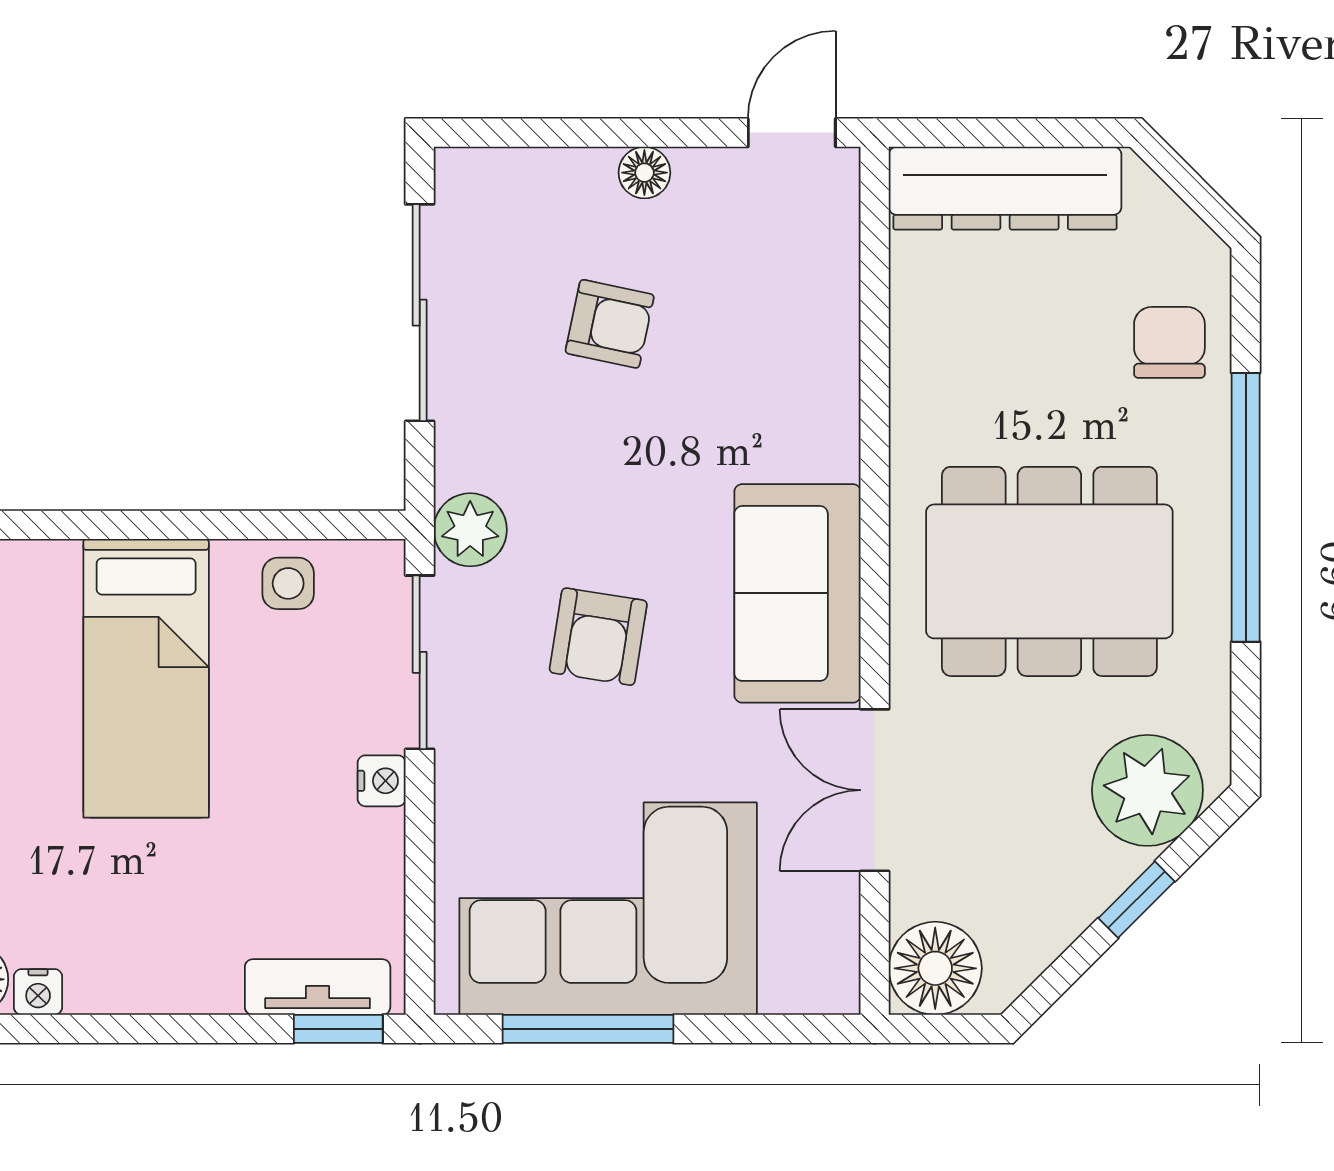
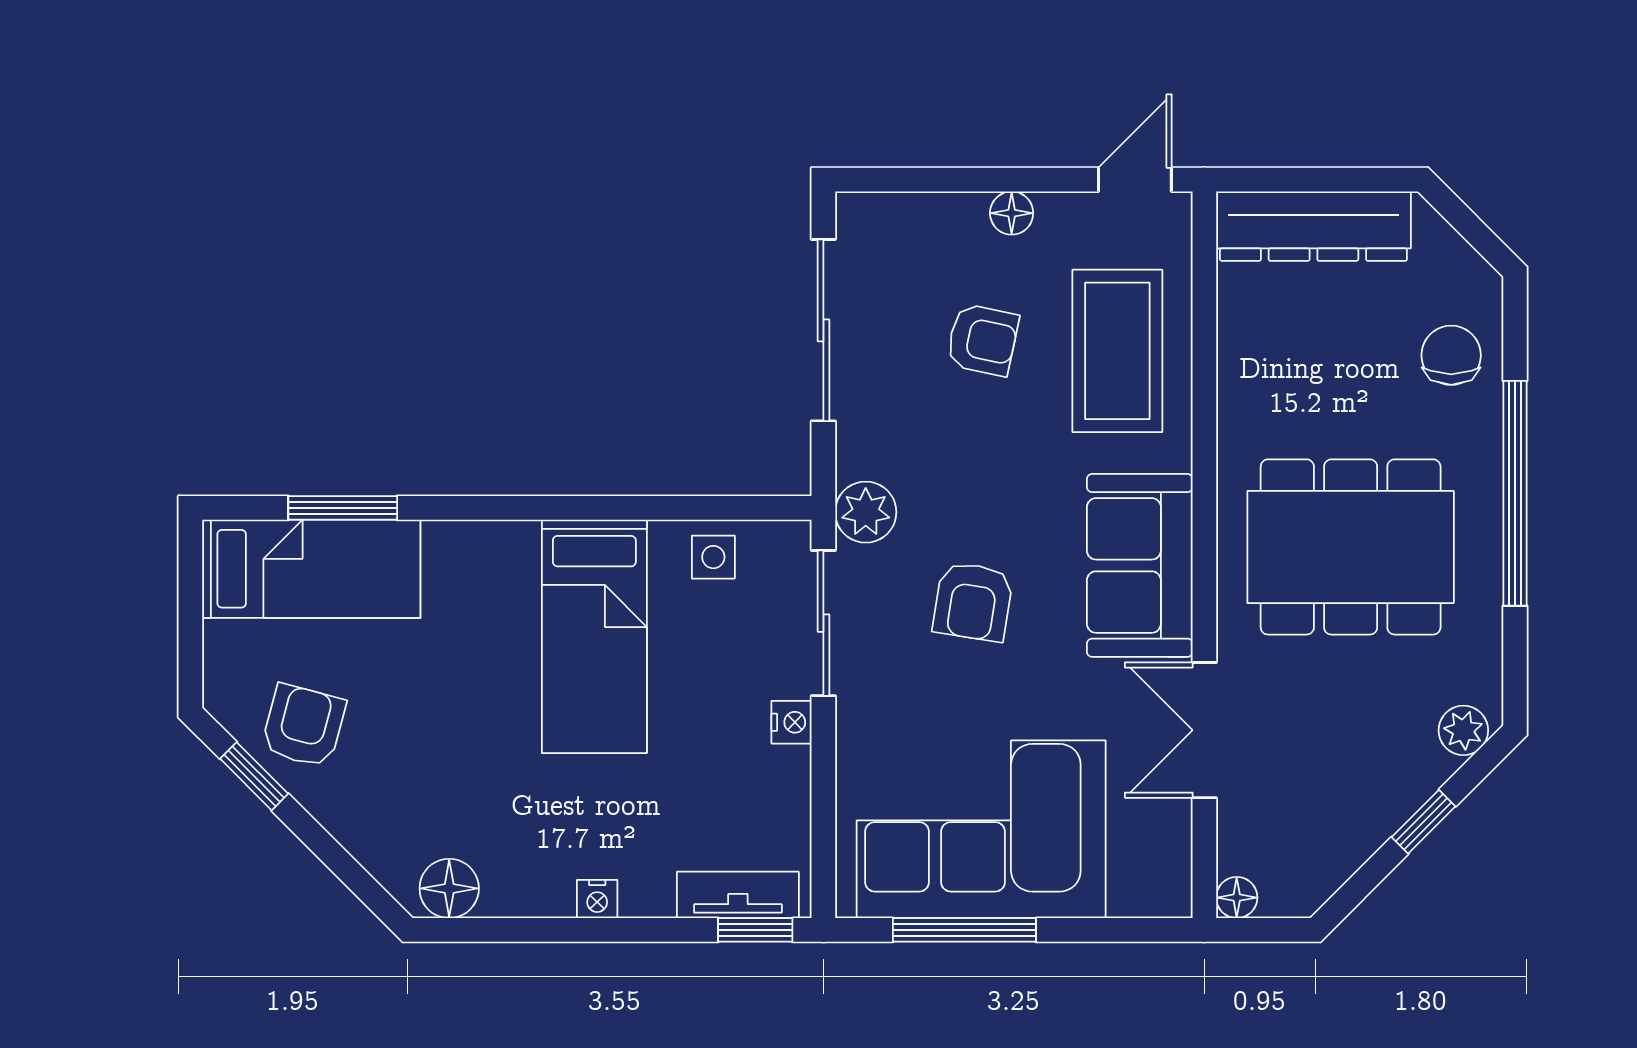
coffee table: (771, 337) -> (1117, 351), added
plant: (1147, 790) -> (1463, 730), width x0.53, depth x0.53
floor lamp: (935, 968) -> (1237, 898), width x0.53, depth x0.53
nightstand: (38, 992) -> (597, 899), moved

